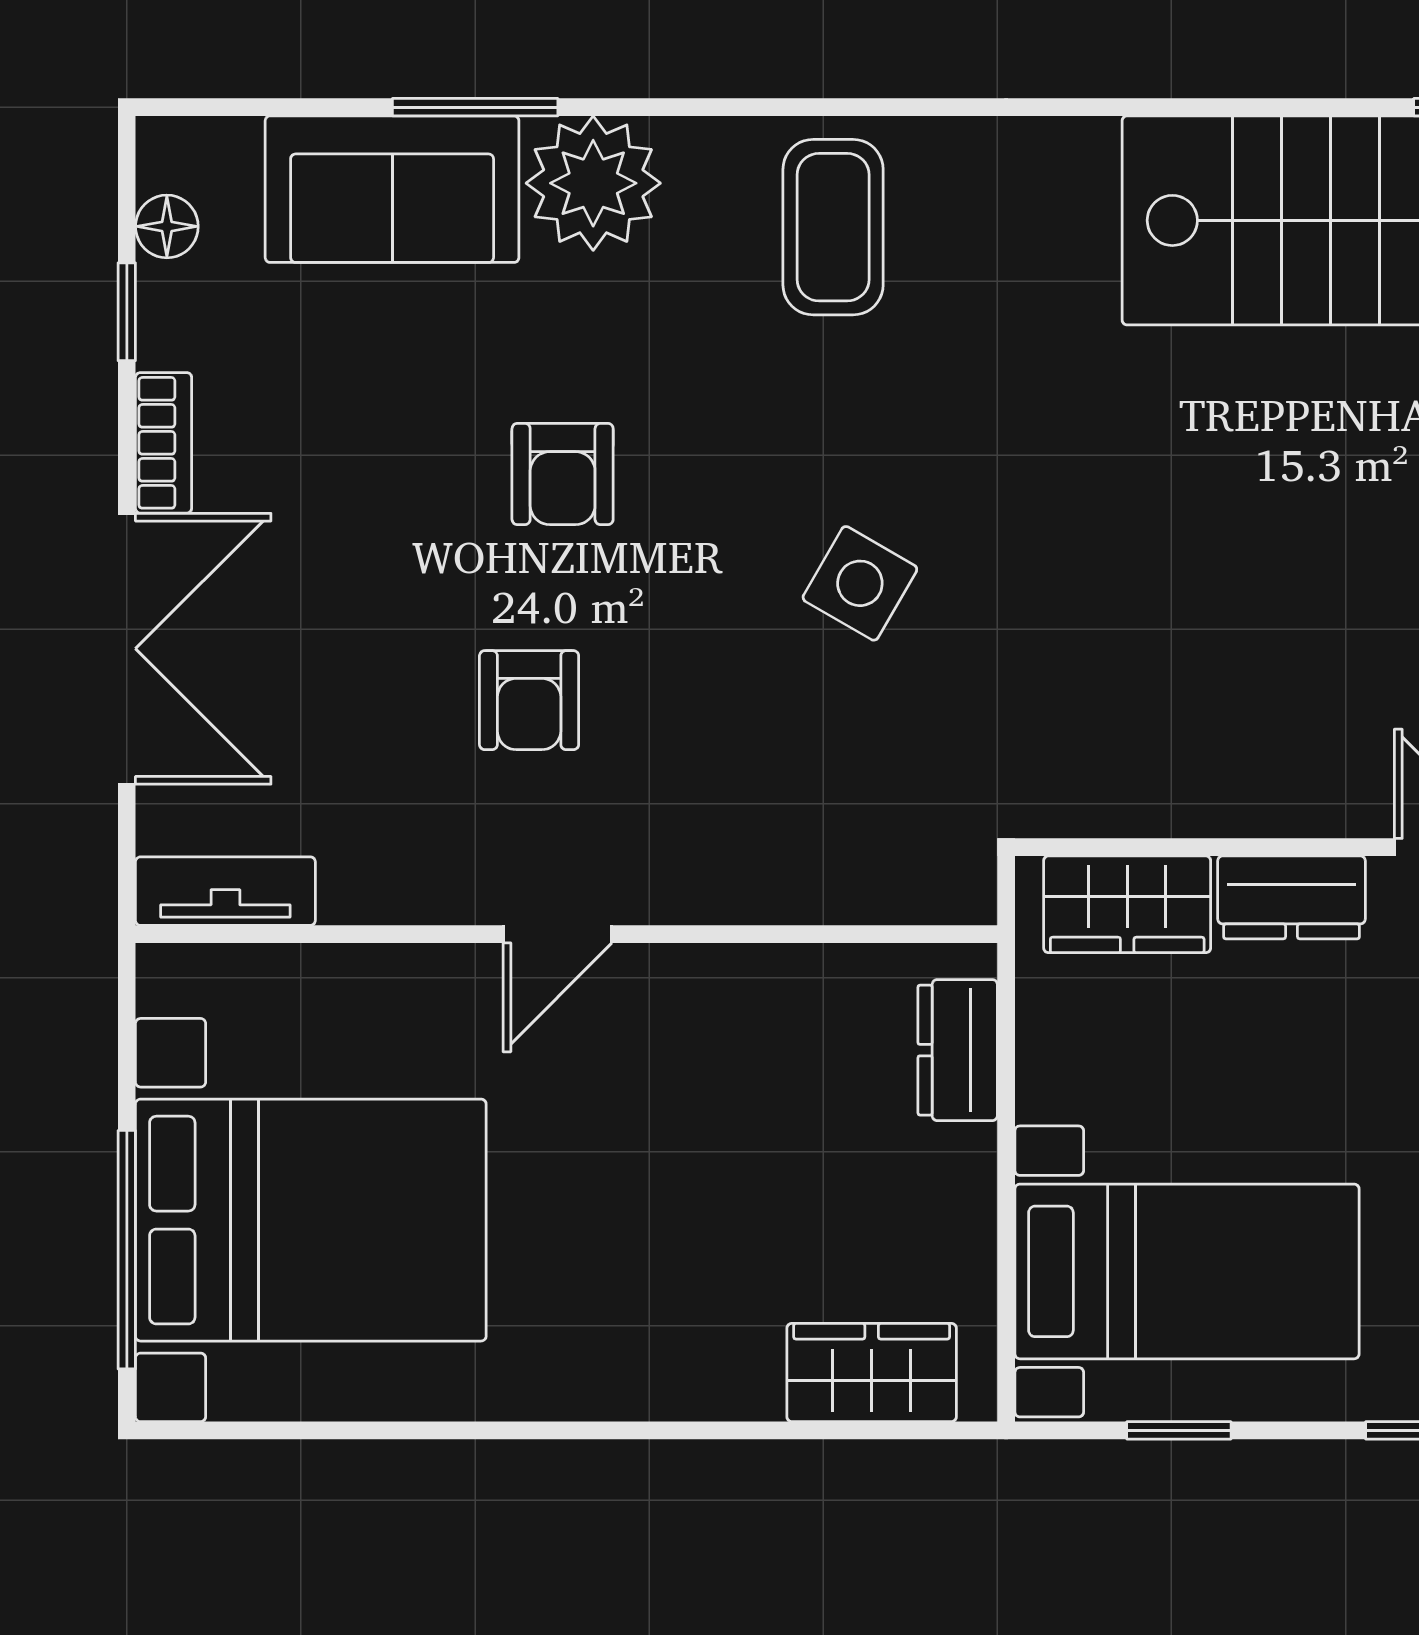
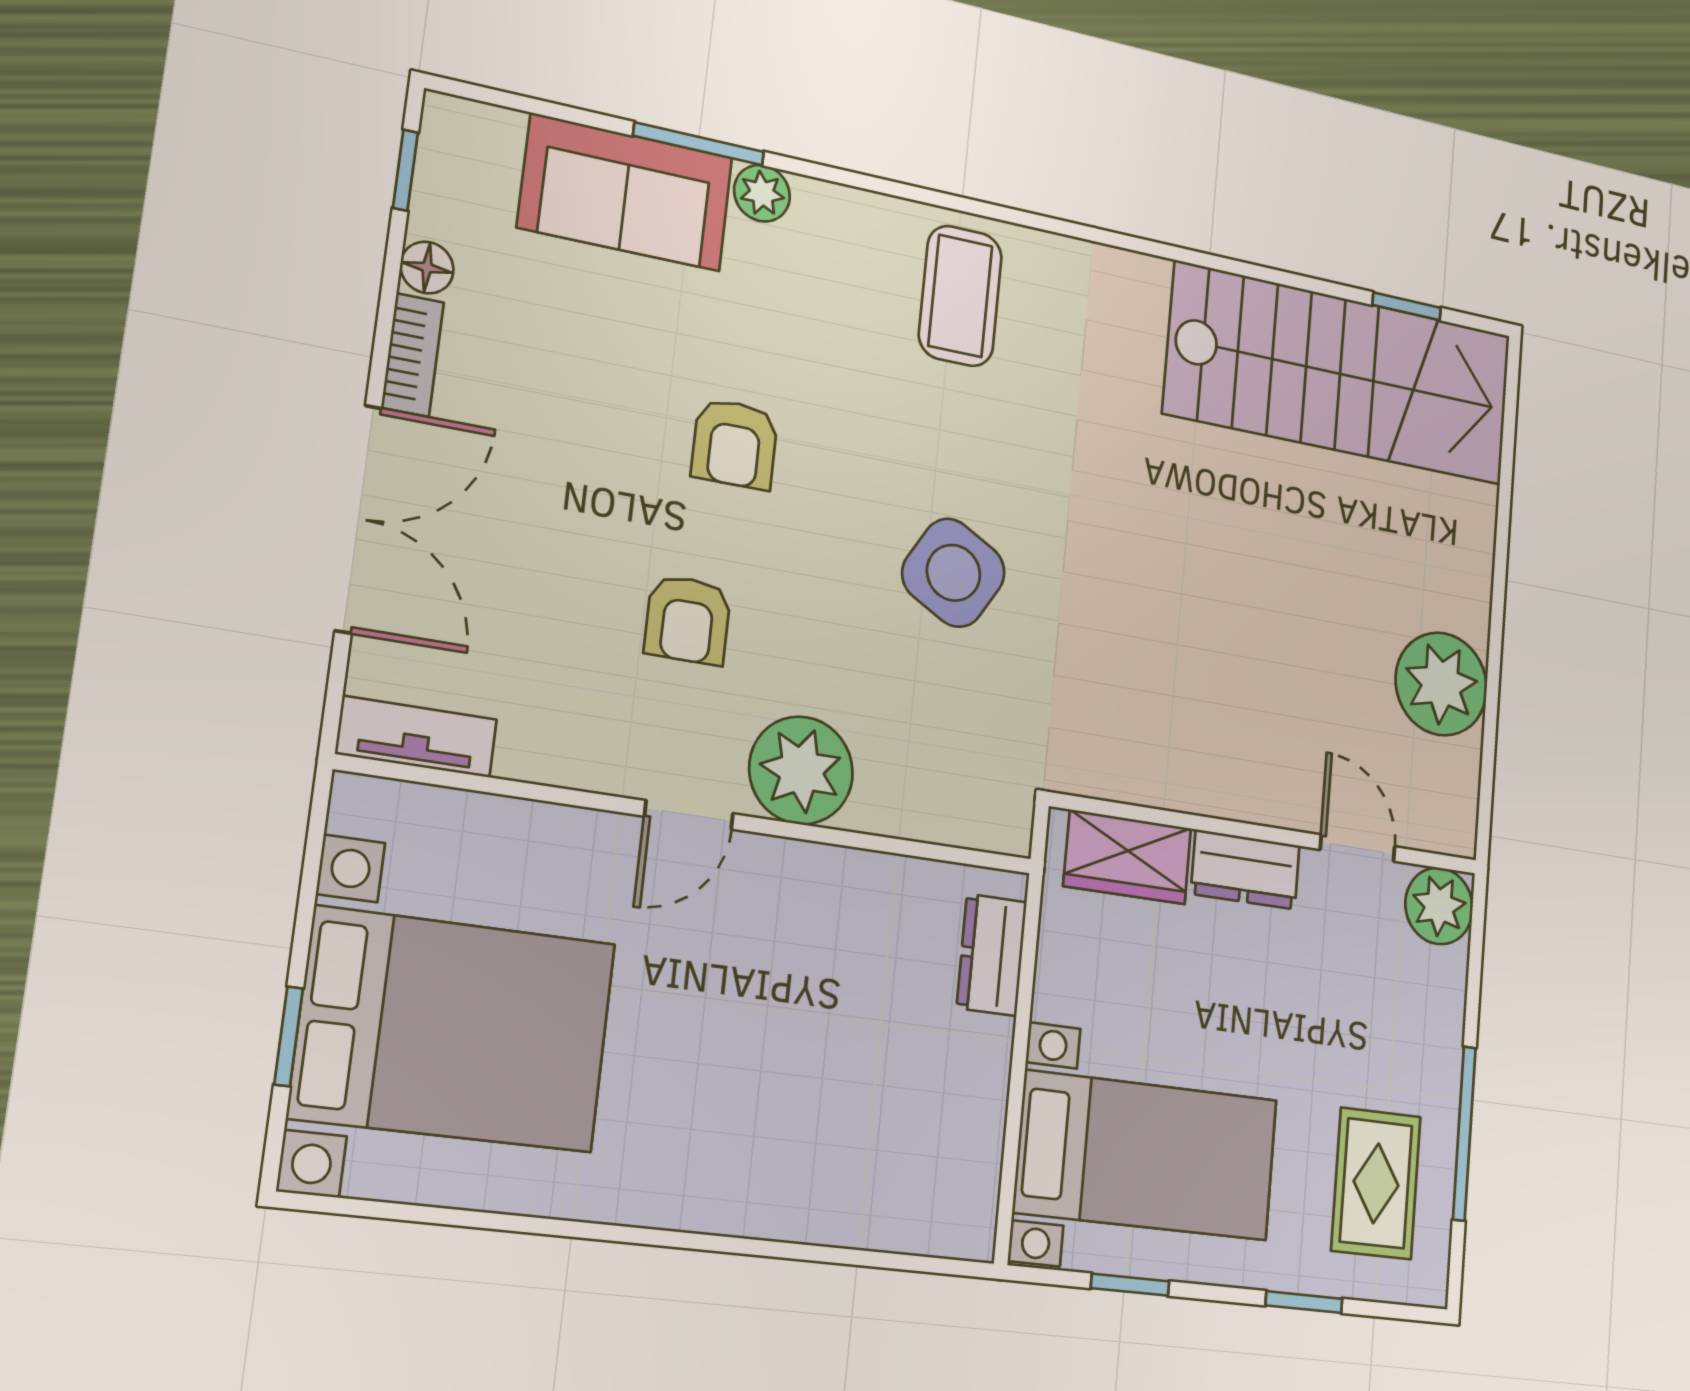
plant: (593, 183) -> (762, 193), width x0.53, depth x0.53
floor lamp: (167, 226) -> (427, 268), moved
window: (127, 312) -> (405, 170), moved
side table: (860, 583) -> (953, 573), width x1.37, depth x1.37
plant: (690, 860) -> (801, 770), added
window: (127, 1250) -> (289, 1036), width x0.46
wardrobe: (872, 1373) -> (900, 1213), removed

